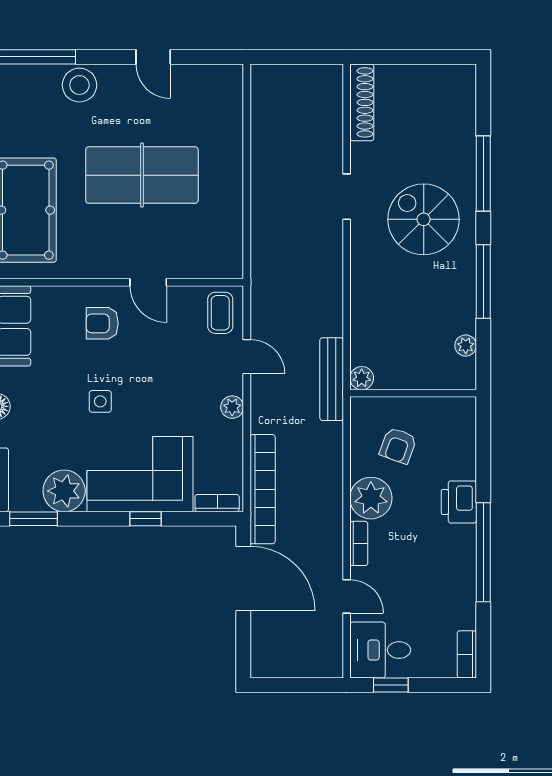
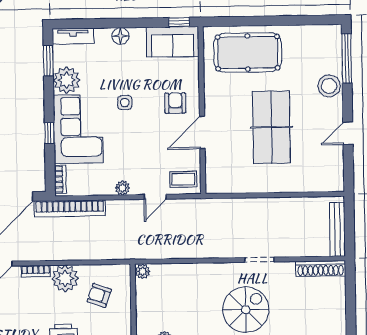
door: (148, 282) -> (202, 132), width x1.38
bench: (332, 379) -> (337, 229), moved, turned 90

